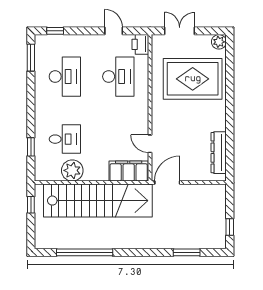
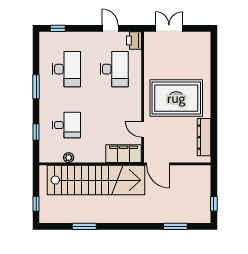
plant: (219, 42) -> (204, 38), removed
window: (31, 58) -> (36, 87), moved
rug: (193, 79) -> (176, 98), moved
plant: (72, 170) -> (69, 158), width x0.53, depth x0.53
door: (167, 183) -> (158, 164), swing flipped
window: (31, 205) -> (36, 204), moved
window: (85, 252) -> (84, 226), width x0.47

